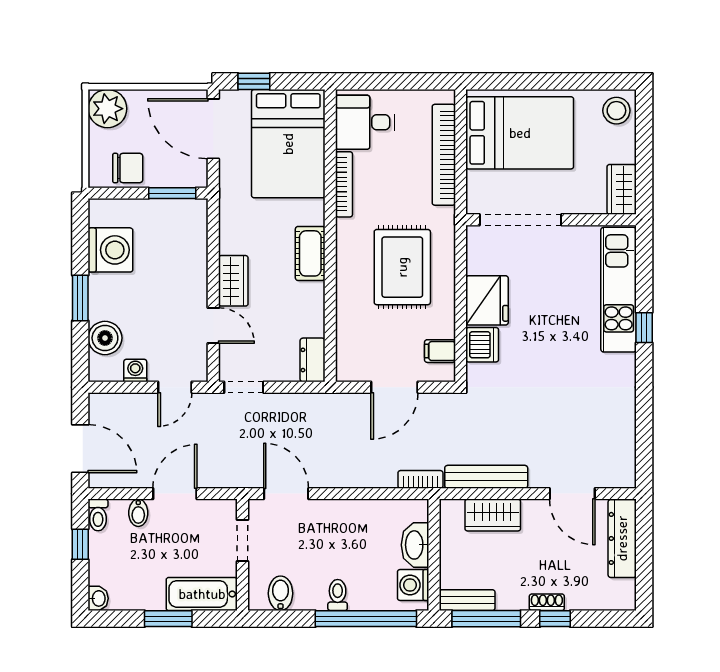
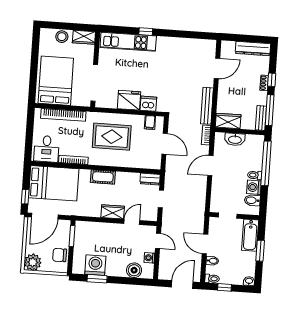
stool: (616, 111) -> (62, 37), moved
chair: (128, 168) -> (60, 255), turned -90
window: (80, 298) -> (97, 279), moved
doorway: (244, 387) -> (161, 199), moved
door: (286, 494) -> (210, 166), moved
wardrobe: (493, 515) -> (228, 121), moved, turned -90
dresser: (622, 538) -> (253, 49), moved
washing machine: (413, 585) -> (254, 187), moved, turned 90

